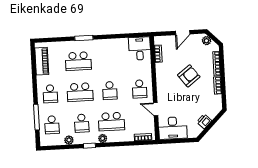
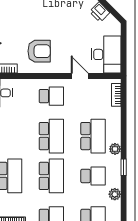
armchair: (189, 76) -> (39, 51), moved, turned 127
school desk: (110, 91) -> (51, 136), width x1.85
door: (156, 109) -> (80, 76), swing flipped

